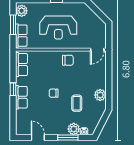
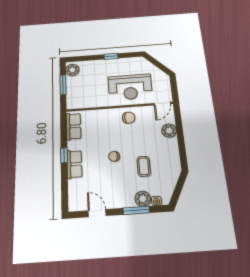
reception desk: (58, 28) -> (130, 87), moved
row of seats: (21, 36) -> (73, 95), removed
plant: (100, 95) -> (169, 131), moved

